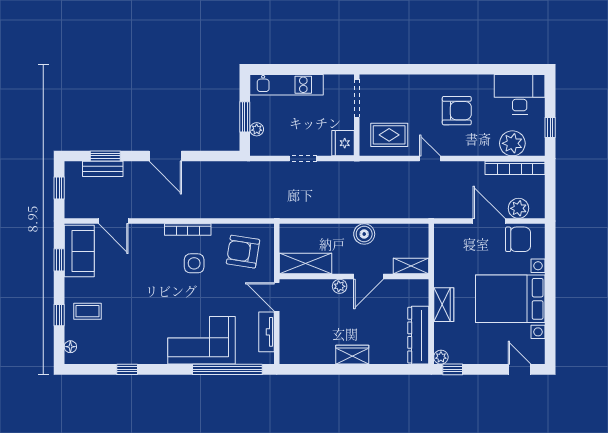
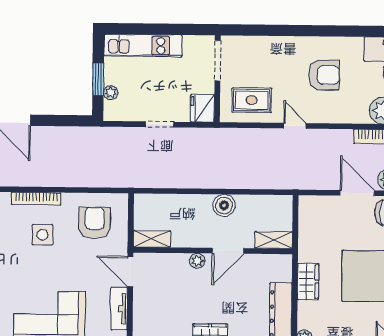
armchair: (243, 252) -> (95, 223), turned 81
shelving: (306, 264) -> (152, 239), width x0.67, depth x0.75

